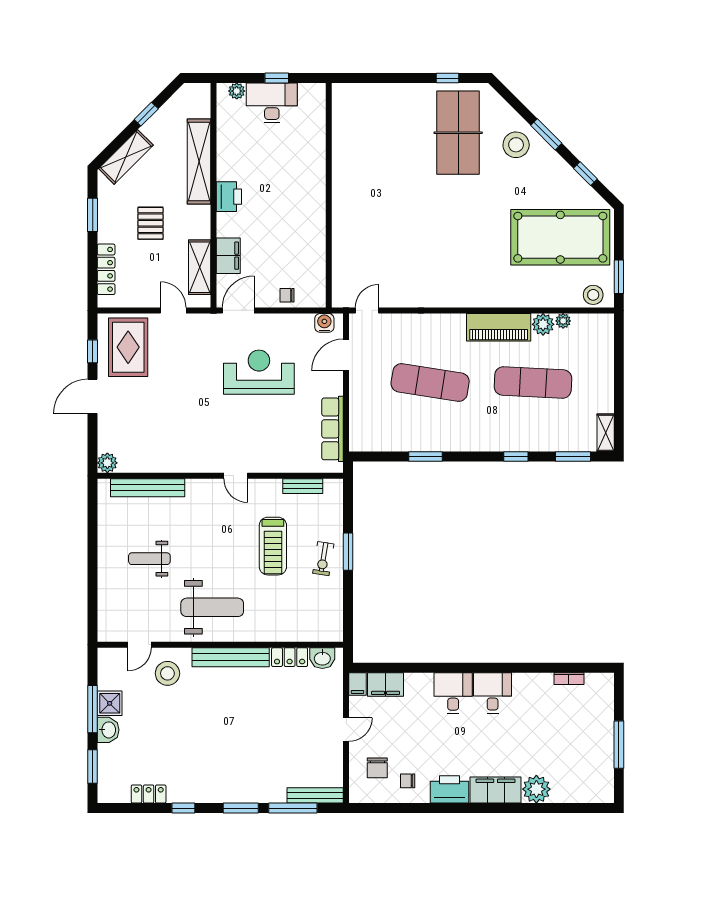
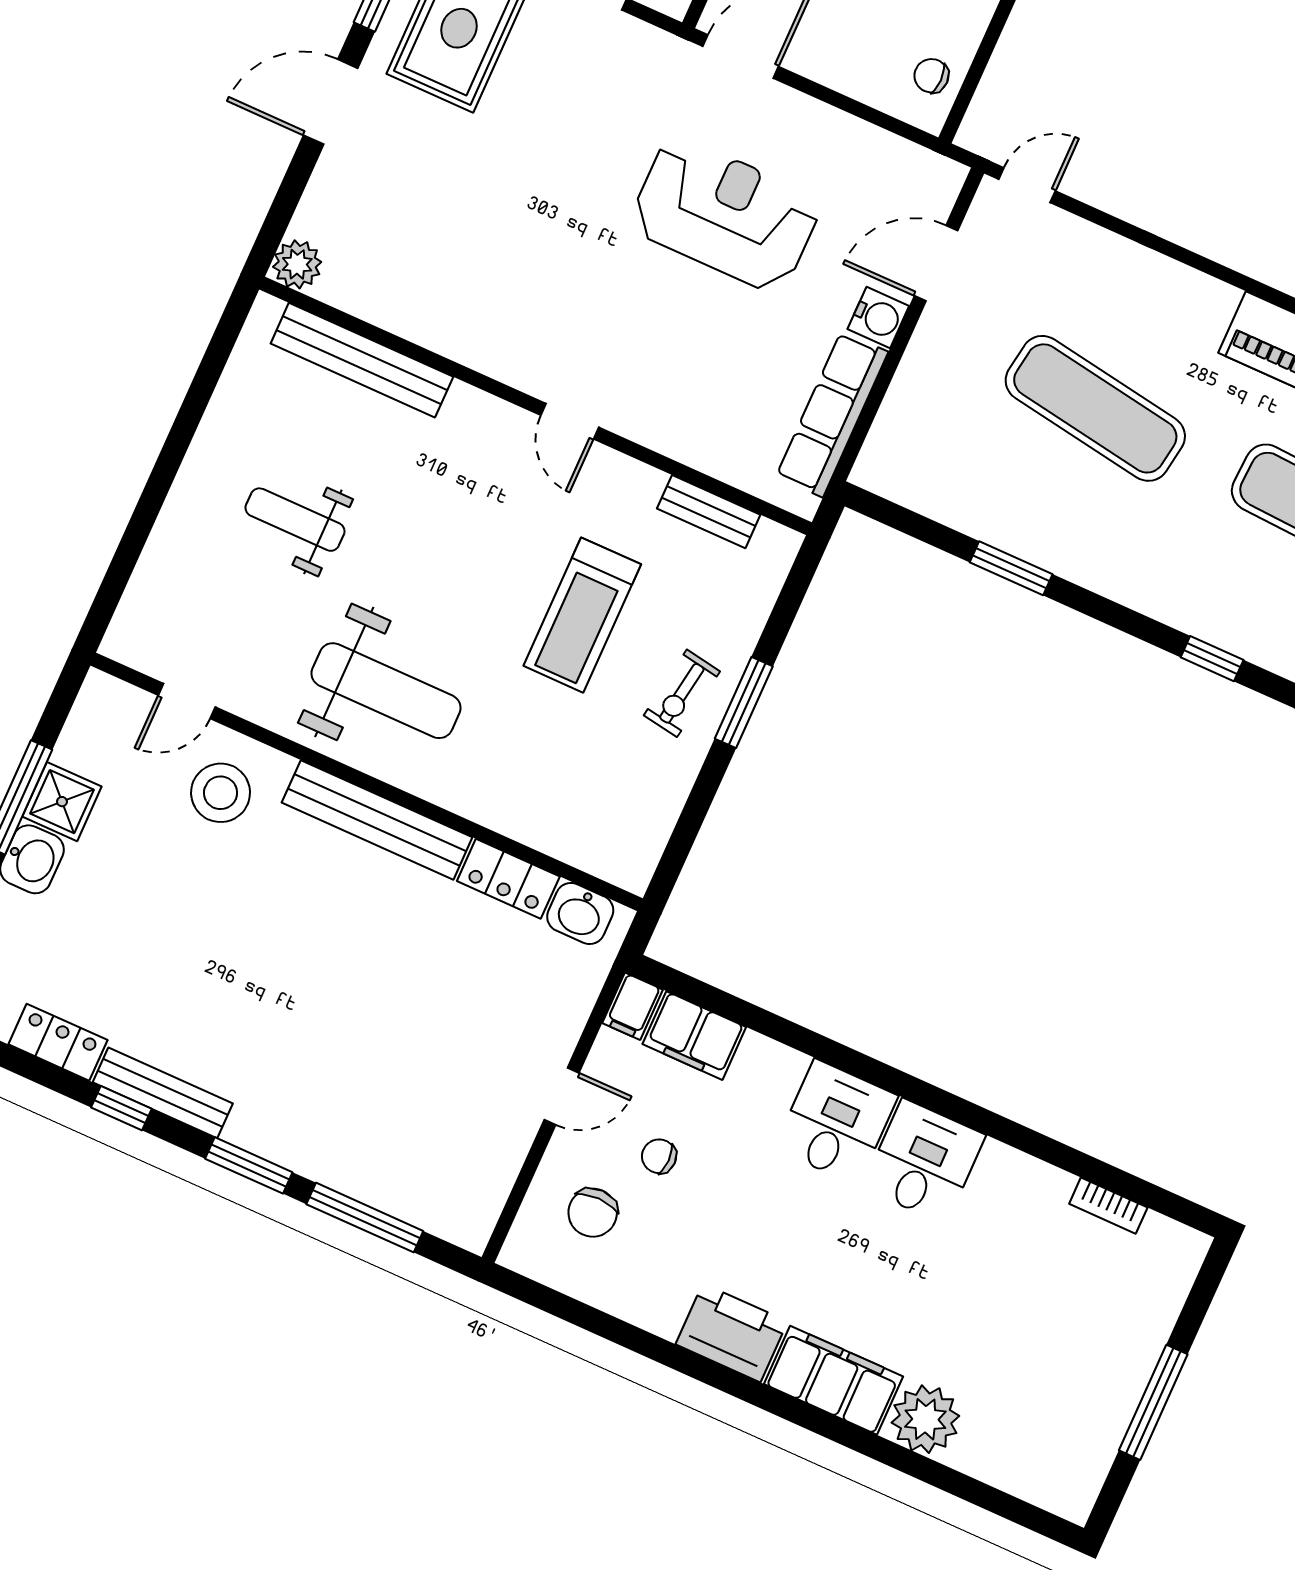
chair: (287, 295) -> (931, 76), moved
water cooler: (324, 323) -> (878, 317), moved, turned 90
chair: (408, 781) -> (659, 1156), moved
bench: (315, 795) -> (163, 1093), moved

